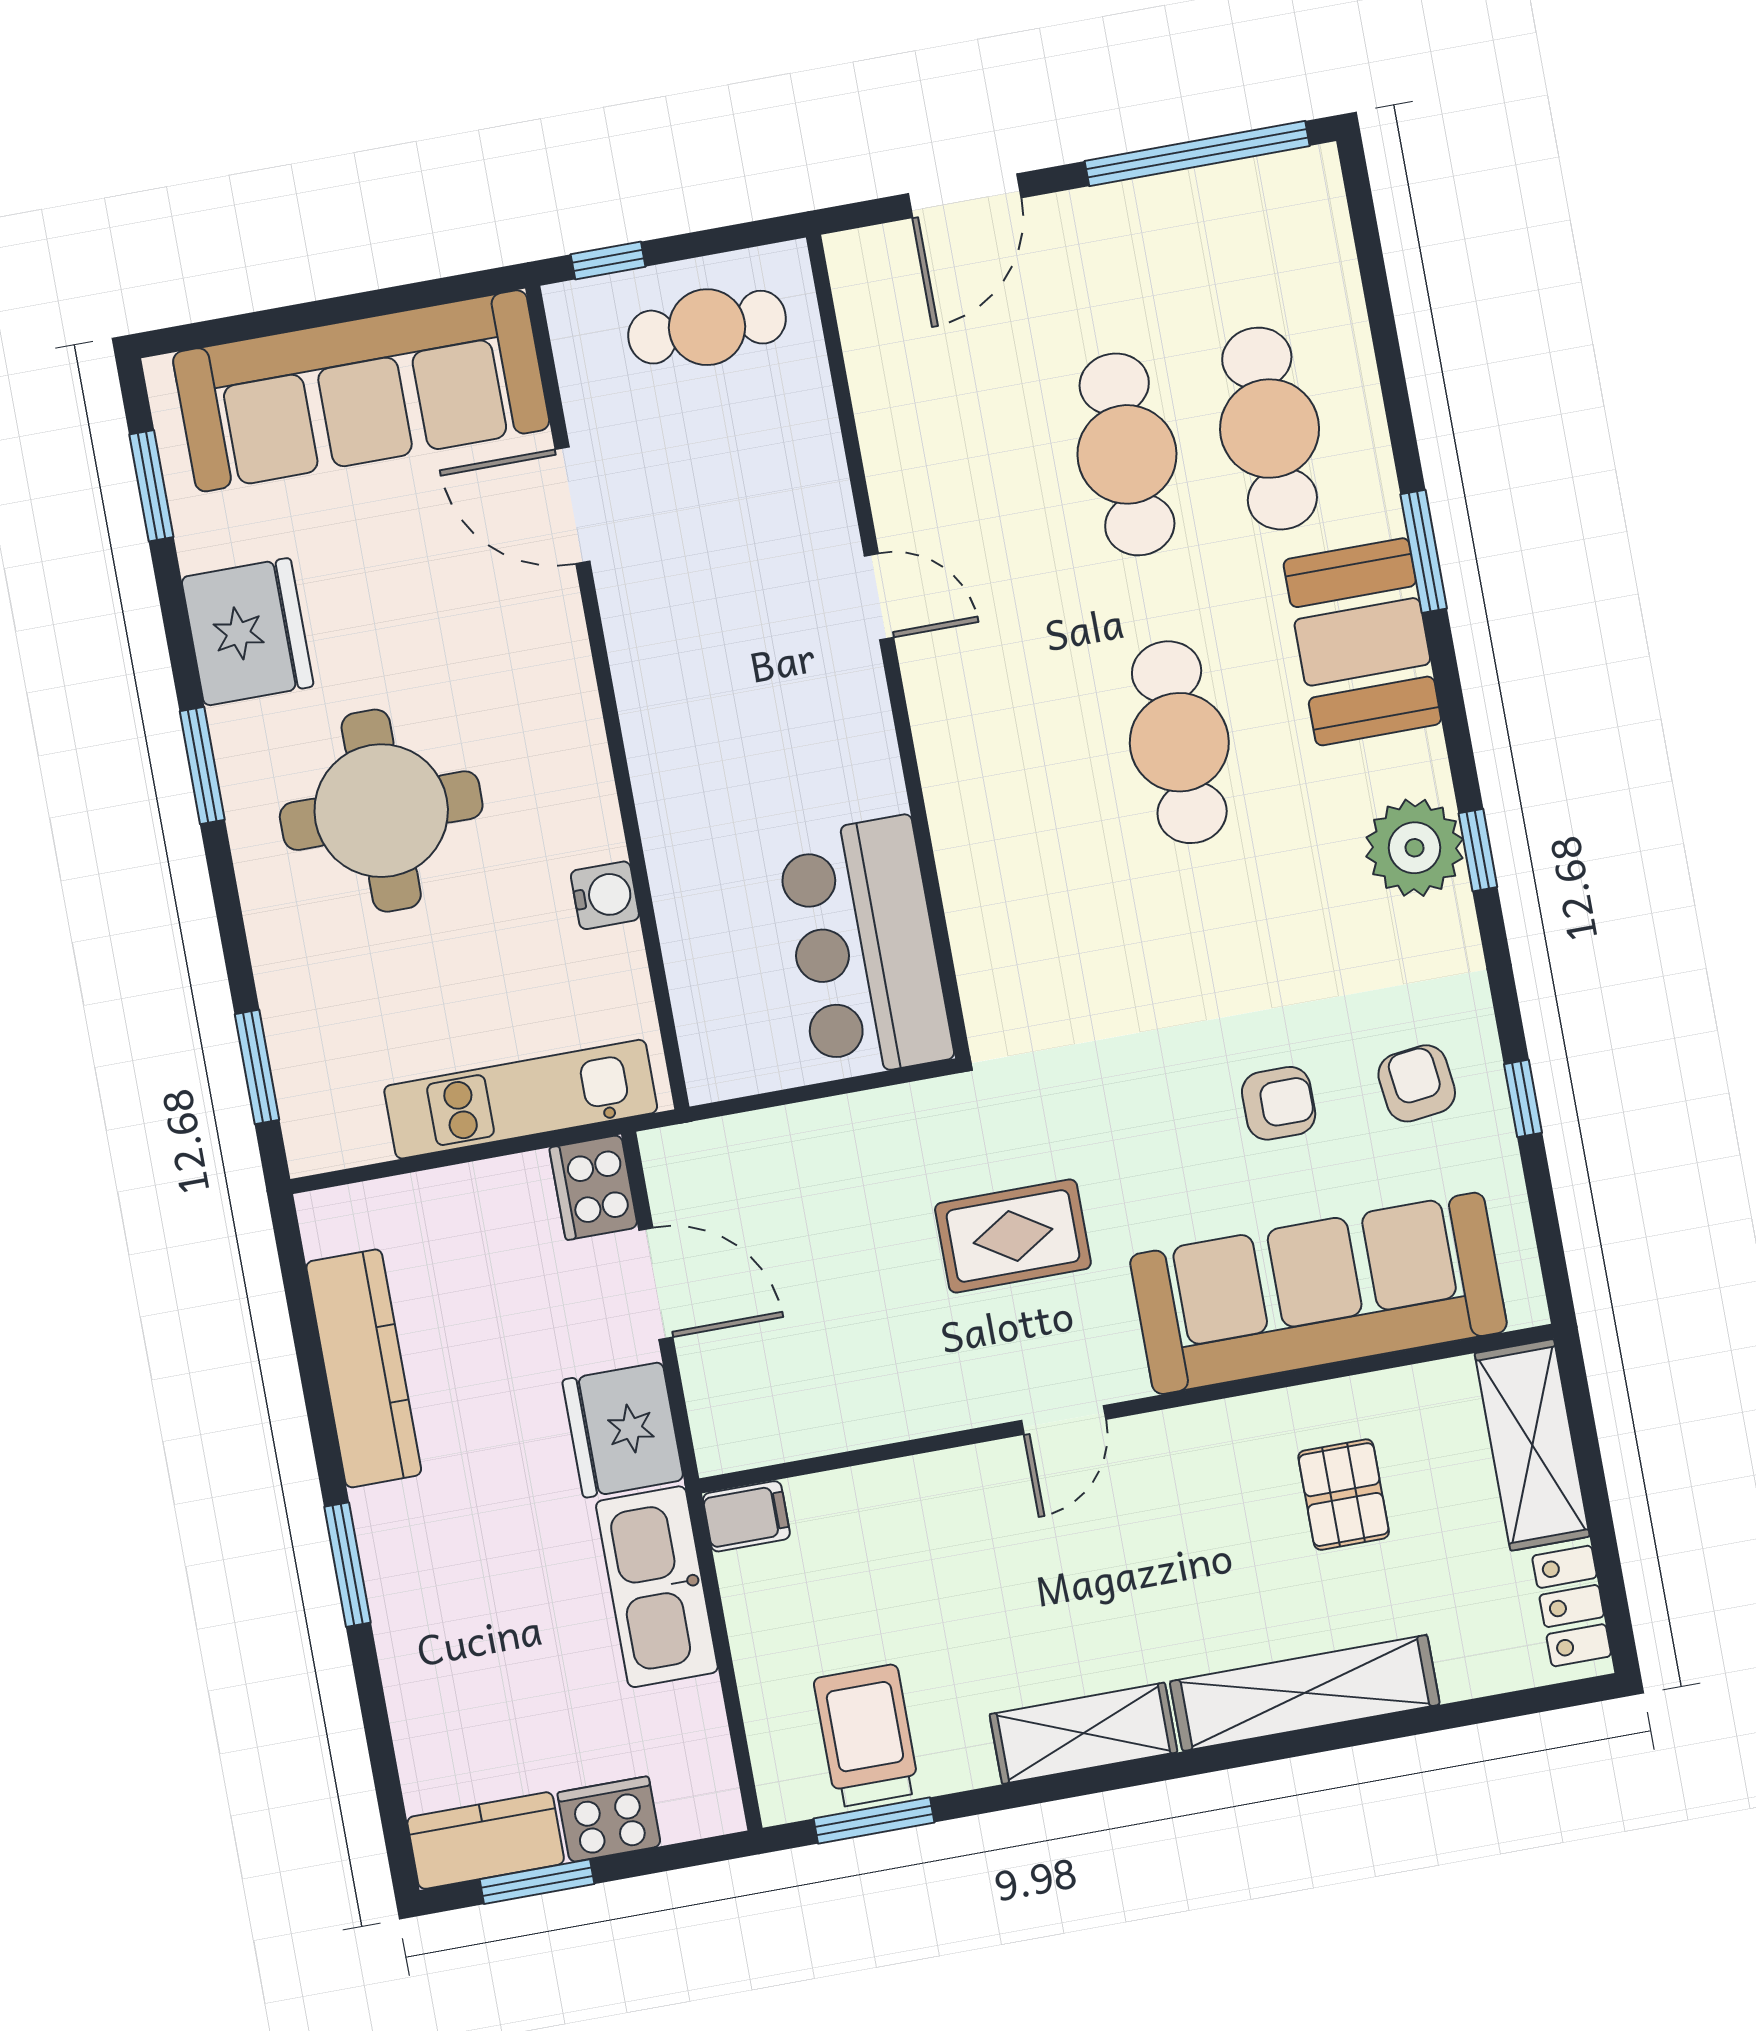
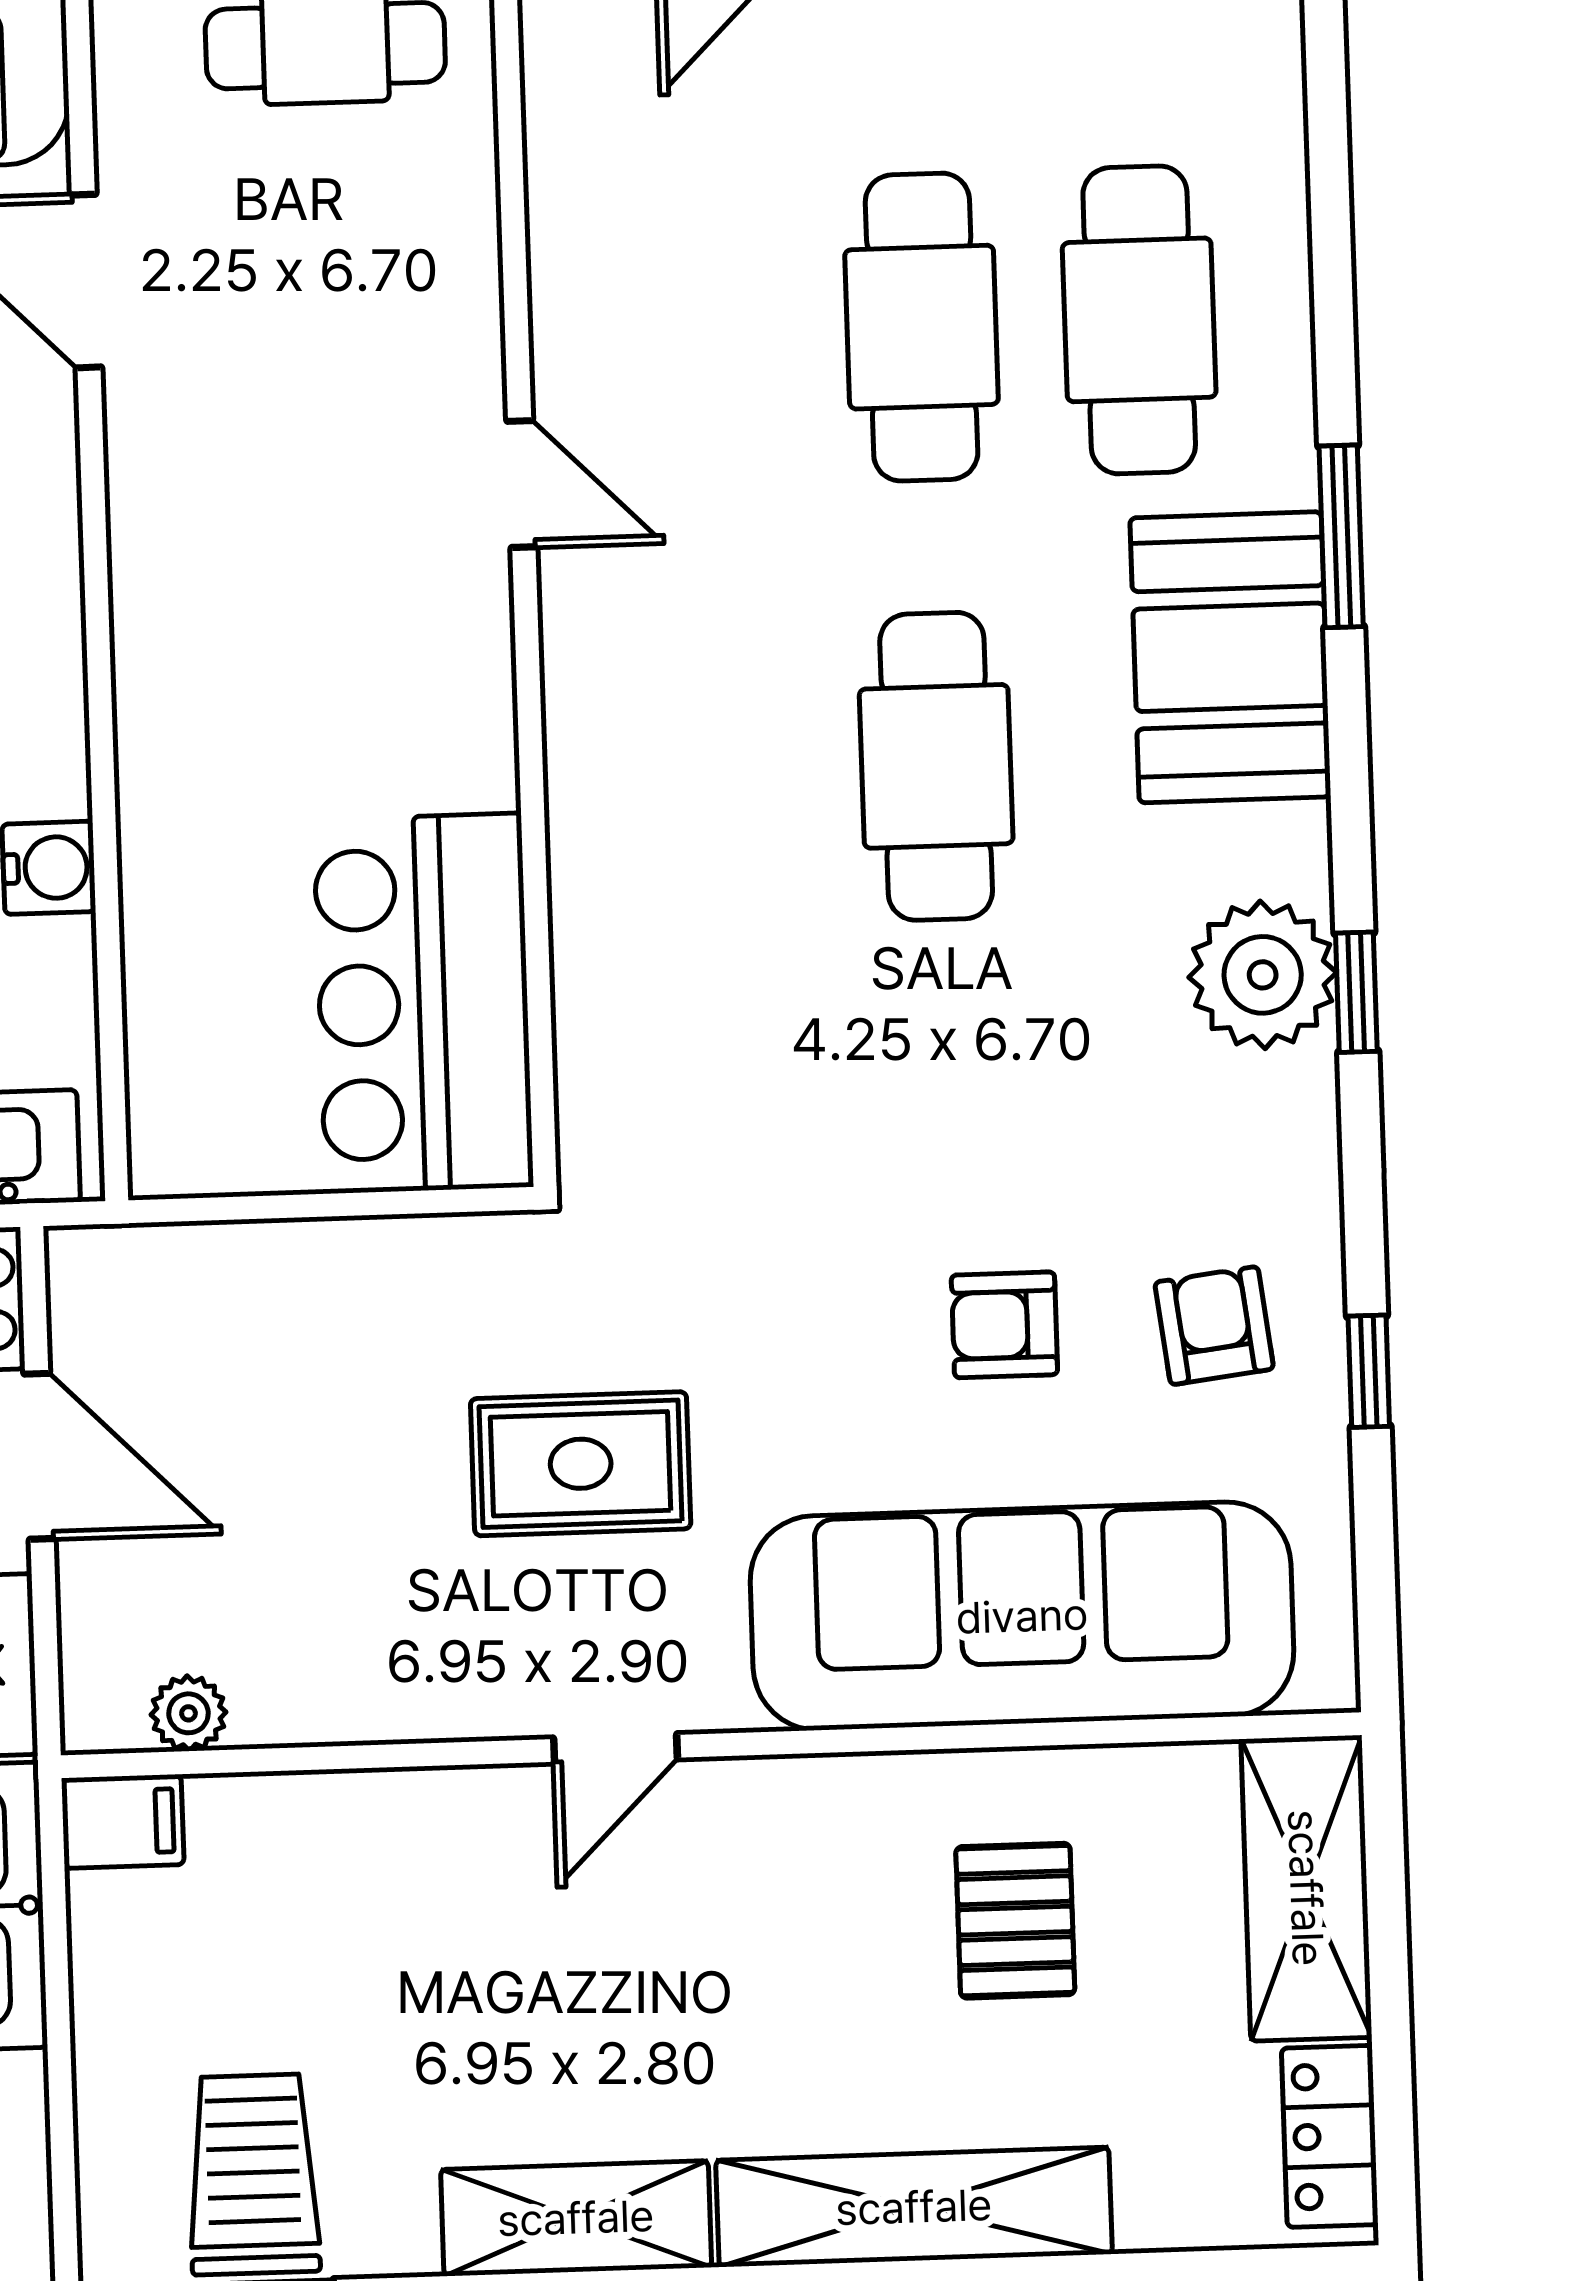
armchair: (1279, 1103) -> (1004, 1325), turned 180
plant: (779, 1438) -> (188, 1713), added

